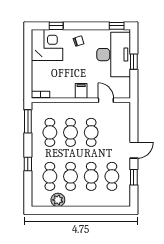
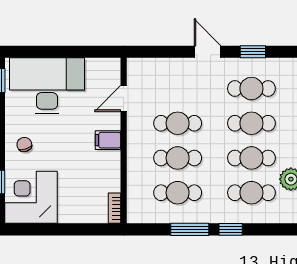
window: (134, 62) -> (59, 52), removed
window: (28, 121) -> (190, 229), moved

